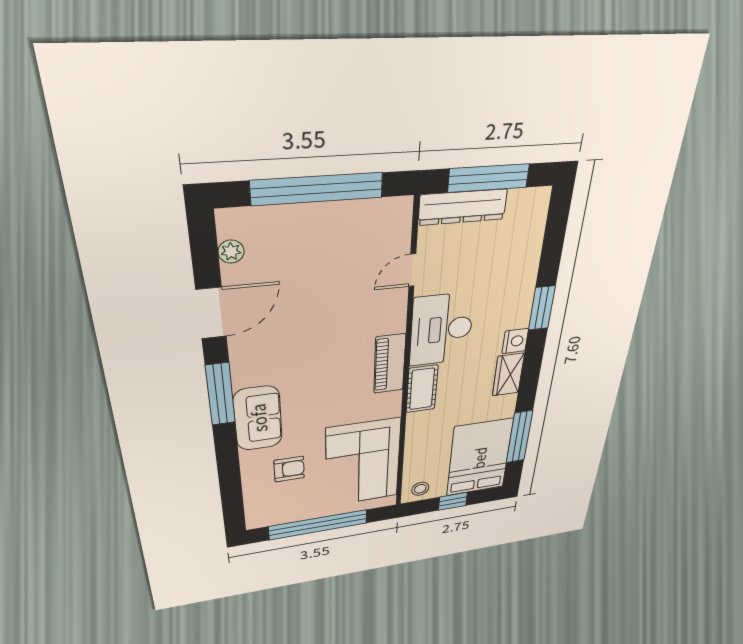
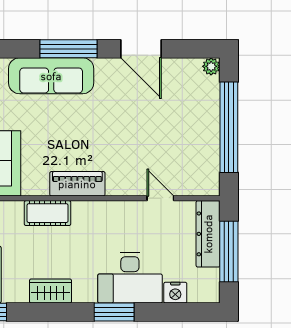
plant: (231, 252) -> (211, 66), moved
desk: (441, 329) -> (130, 278), moved, turned 180
nightstand: (515, 341) -> (175, 293), moved
sofa: (258, 418) -> (51, 76), width x1.36

